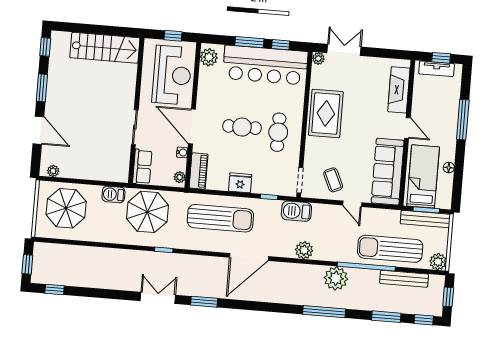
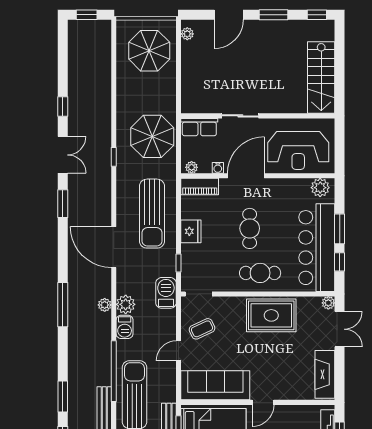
window: (173, 36) -> (340, 148), removed
fireplace: (399, 90) -> (325, 374), moved, turned -90
cafe table: (278, 132) -> (260, 273), moved
barbecue: (113, 194) -> (125, 327), moved, turned 180
plant: (336, 278) -> (105, 305), moved, width x0.53, depth x0.53
window: (55, 289) -> (63, 107), moved
window: (324, 312) -> (63, 305), moved

